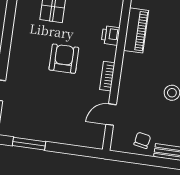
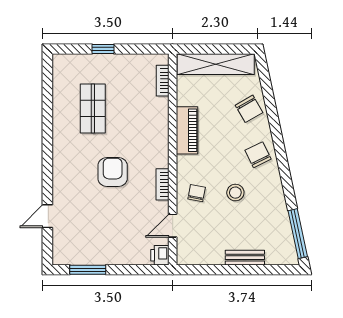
printer: (111, 35) -> (160, 255), moved
chair: (142, 140) -> (197, 193), moved

